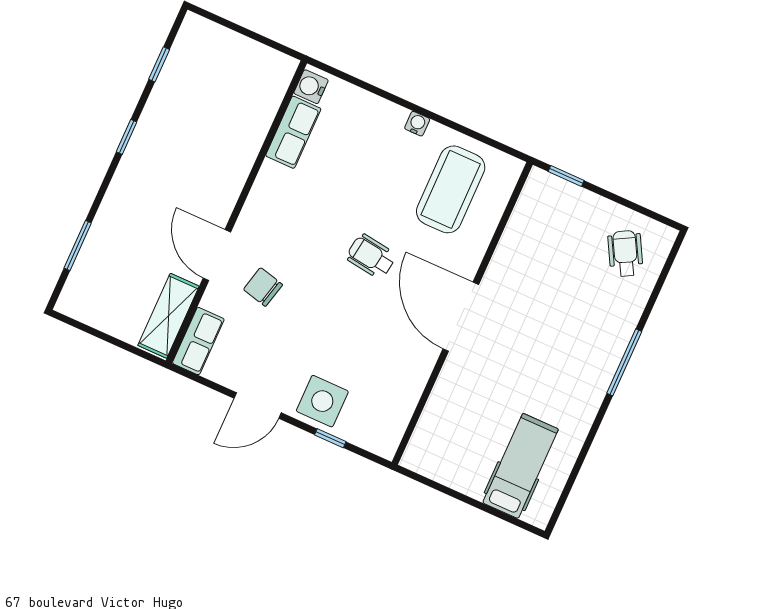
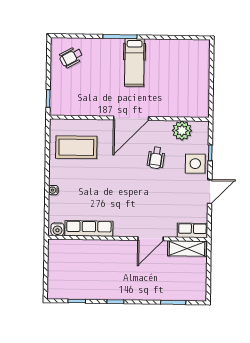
water cooler: (417, 124) -> (53, 190), moved
row of seats: (293, 132) -> (89, 228), width x1.48
wheelchair: (371, 256) -> (156, 158), moved
chair: (263, 287) -> (156, 212), removed
plant: (396, 403) -> (182, 131), added
door: (258, 406) -> (210, 192), hinge flipped
hospital bed: (521, 466) -> (134, 62), moved, turned -90

